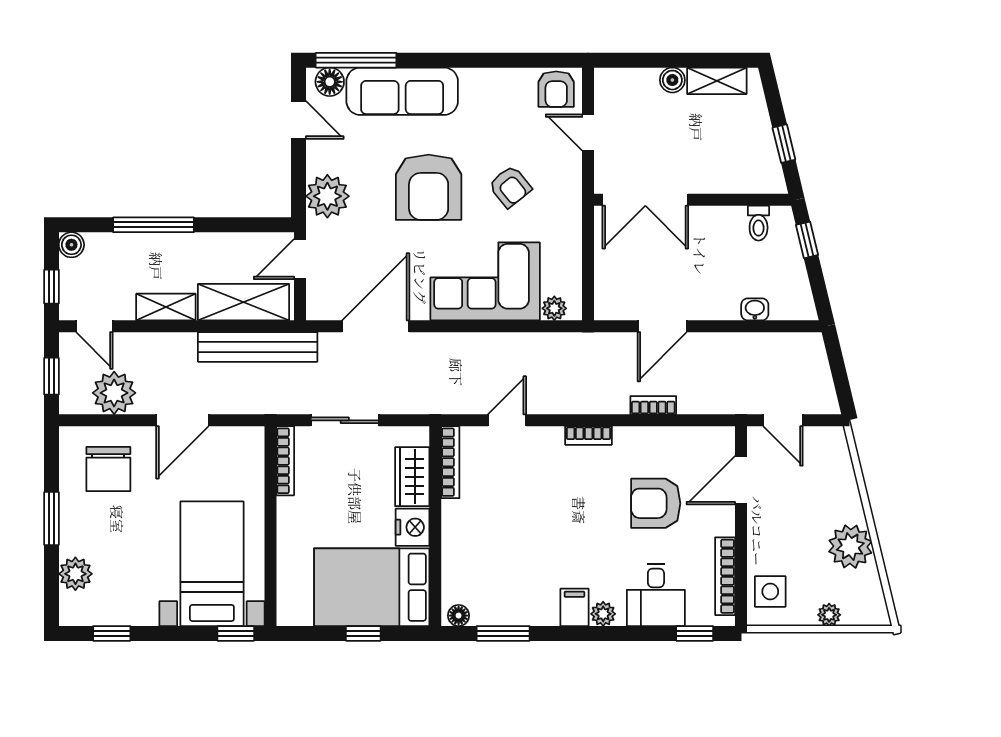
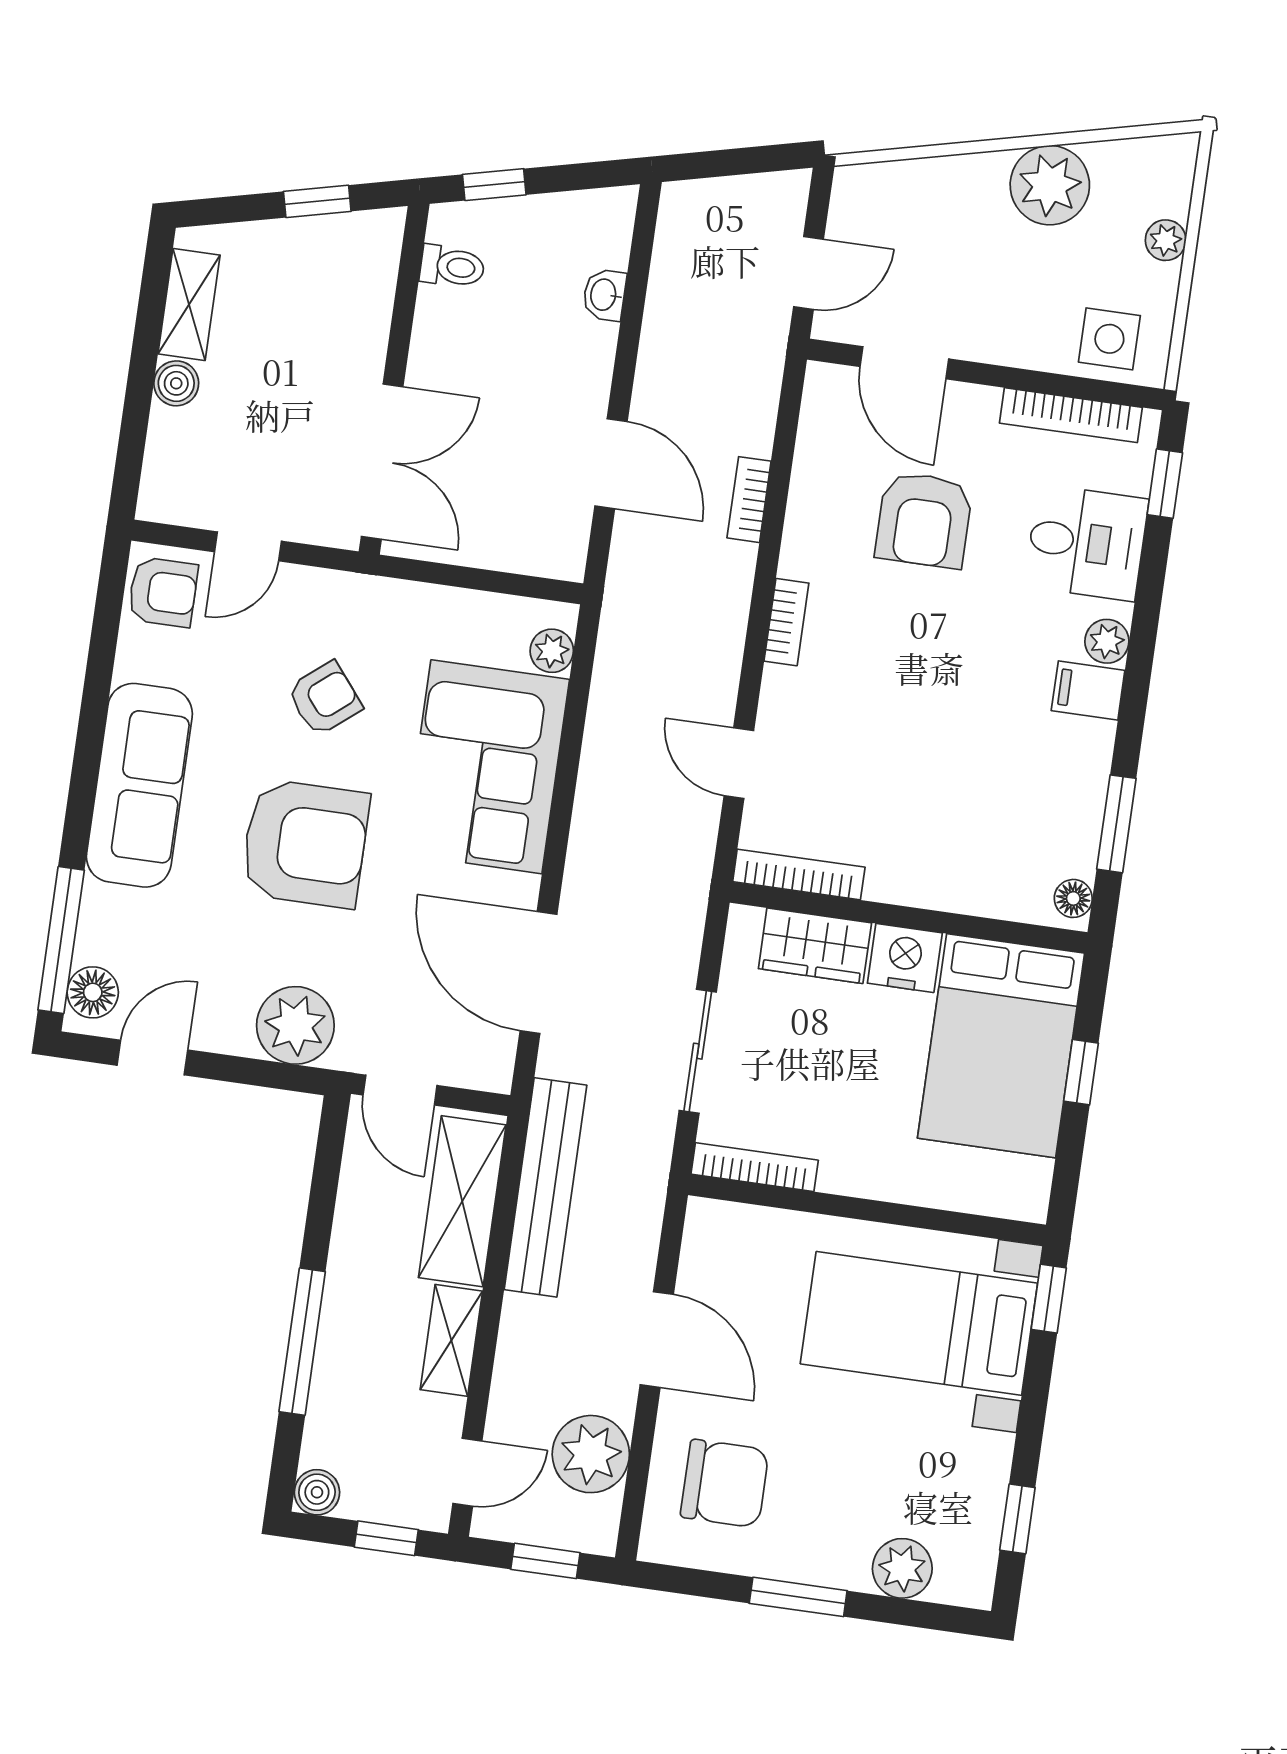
sofa: (402, 91) -> (139, 785), moved

